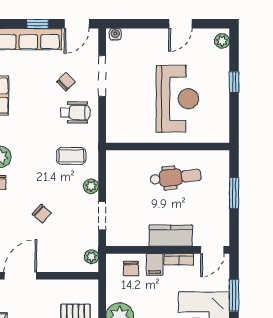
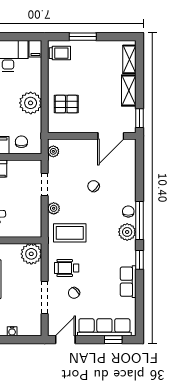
window: (38, 24) -> (113, 340), moved
water cooler: (115, 34) -> (12, 331), moved
plant: (119, 130) -> (31, 254), added
coffee table: (71, 156) -> (70, 233), width x1.36, depth x1.30

